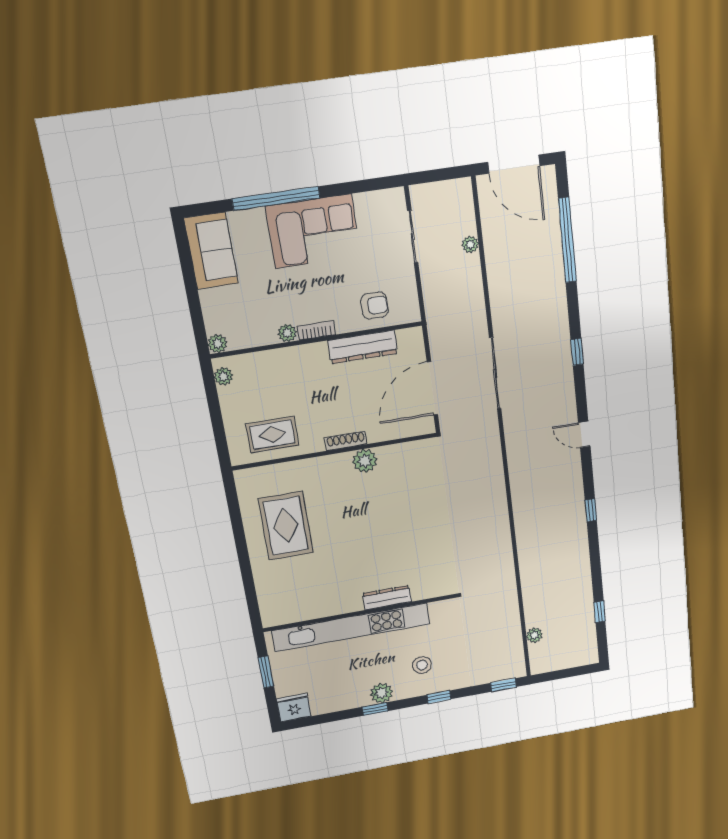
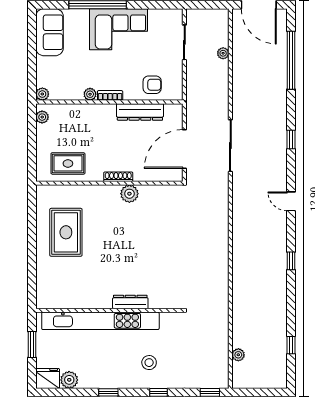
plant: (381, 693) -> (69, 380), moved

